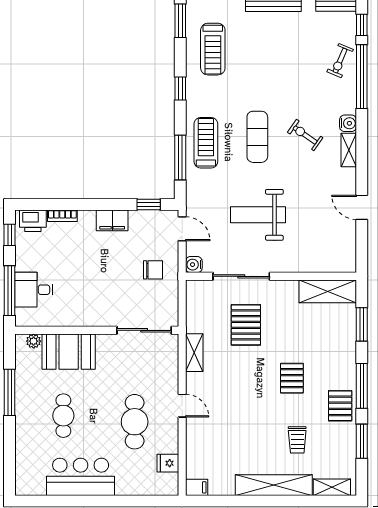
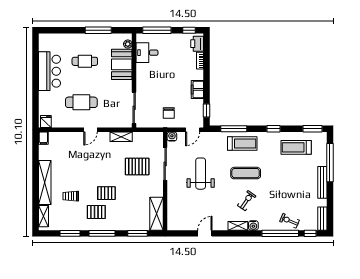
desk: (34, 290) -> (147, 53), moved, turned -90
pallet: (340, 406) -> (96, 212), moved
fridge: (168, 463) -> (46, 122), moved

